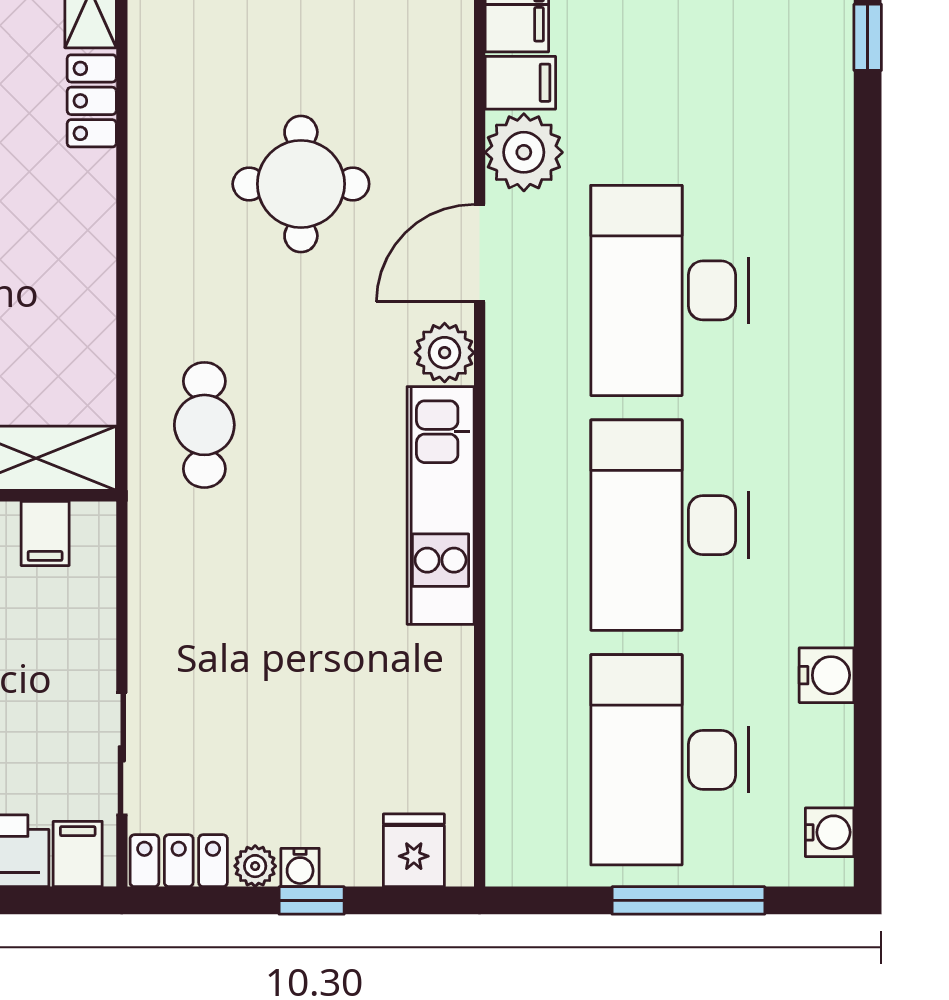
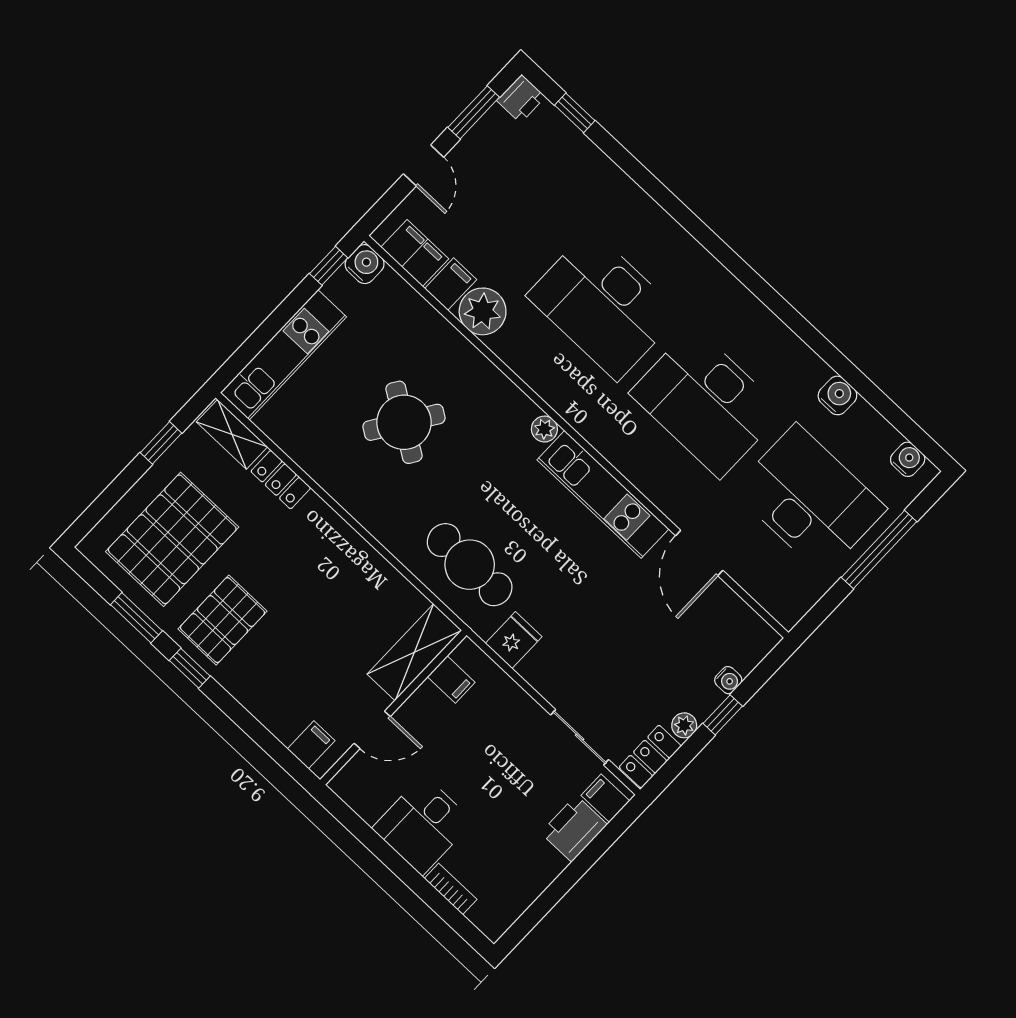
round table: (301, 184) -> (404, 422), turned 33
door: (480, 253) -> (699, 553), moved
plant: (445, 353) -> (544, 429), width x0.73, depth x0.73
cafe table: (204, 425) -> (470, 565), width x1.37, depth x1.35
desk: (670, 760) -> (809, 499), turned 180
fridge: (414, 850) -> (514, 640), moved, turned 90
water cooler: (300, 868) -> (728, 680), moved

